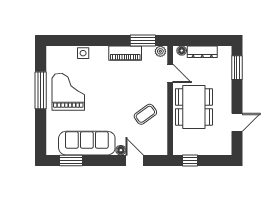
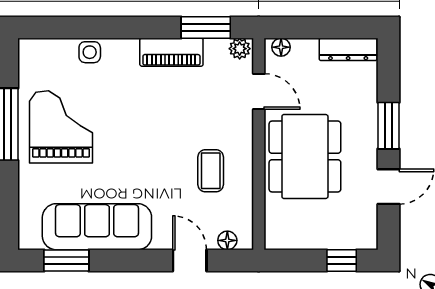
dresser: (202, 52) -> (348, 49), moved
window: (237, 68) -> (388, 126), moved
coffee table: (145, 114) -> (211, 171), turned -54
floor lamp: (121, 150) -> (227, 240), moved
window: (190, 160) -> (342, 260), moved

